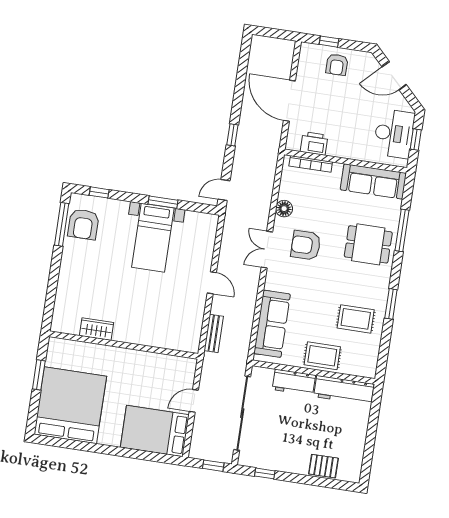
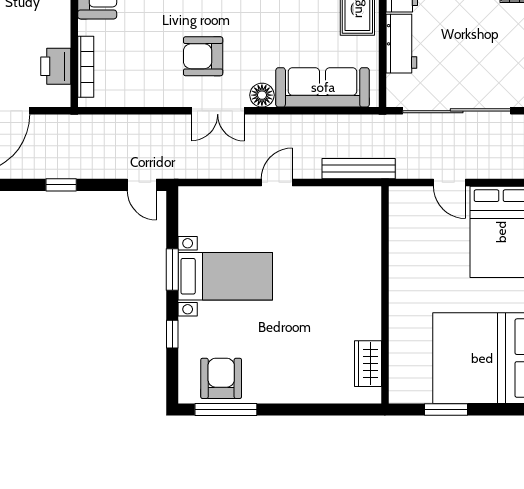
window: (99, 192) -> (172, 334), moved
floor lamp: (284, 209) -> (262, 95), moved
armchair: (83, 224) -> (221, 378), turned -90
armchair: (306, 245) -> (203, 56), turned 90
wardrobe: (97, 329) -> (368, 364), moved
bench: (214, 333) -> (359, 169), width x1.36

